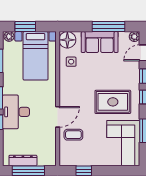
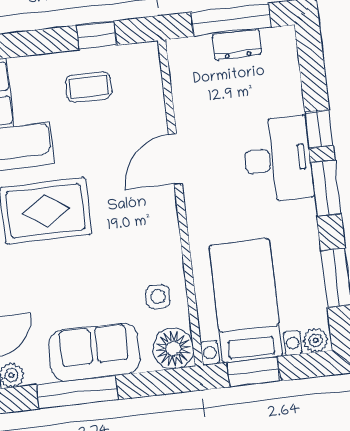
window: (25, 27) -> (254, 372), moved
coffee table: (73, 135) -> (89, 87), moved
dresser: (23, 161) -> (237, 44), width x0.70

